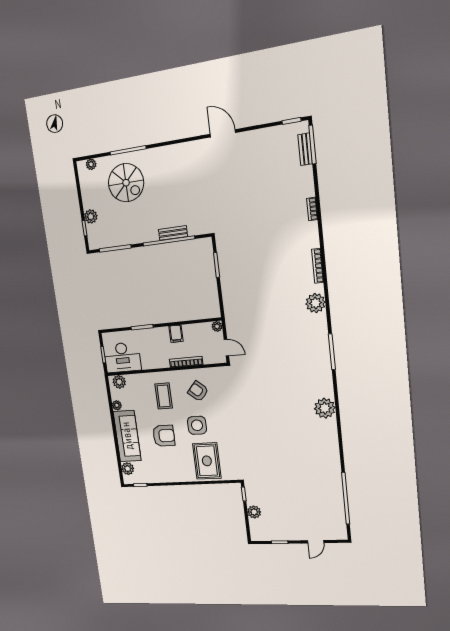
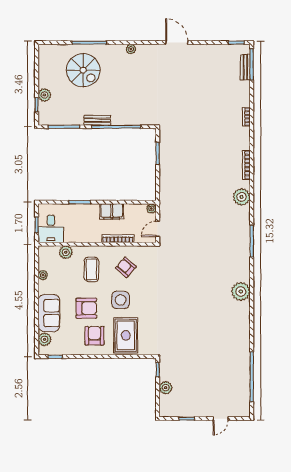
plant: (91, 164) -> (131, 49), moved
bench: (173, 233) -> (97, 120), moved
filing cabinet: (176, 334) -> (112, 211), width x2.00
door: (226, 348) -> (158, 229), swing flipped
desk: (122, 357) -> (51, 229), width x0.73
plant: (119, 382) -> (66, 252), moved
sofa: (127, 436) -> (49, 313), width x0.73
armchair: (176, 463) -> (94, 336), added

